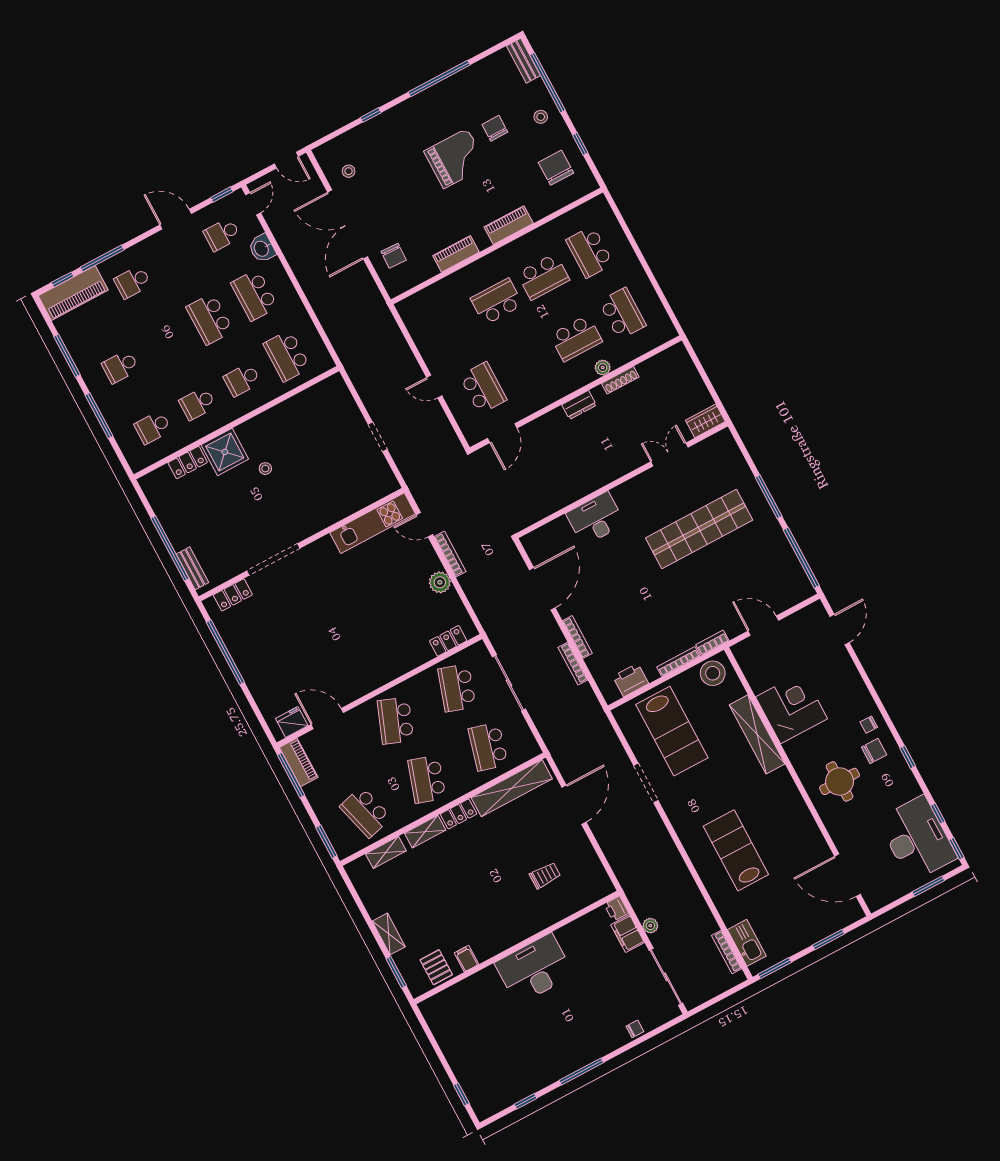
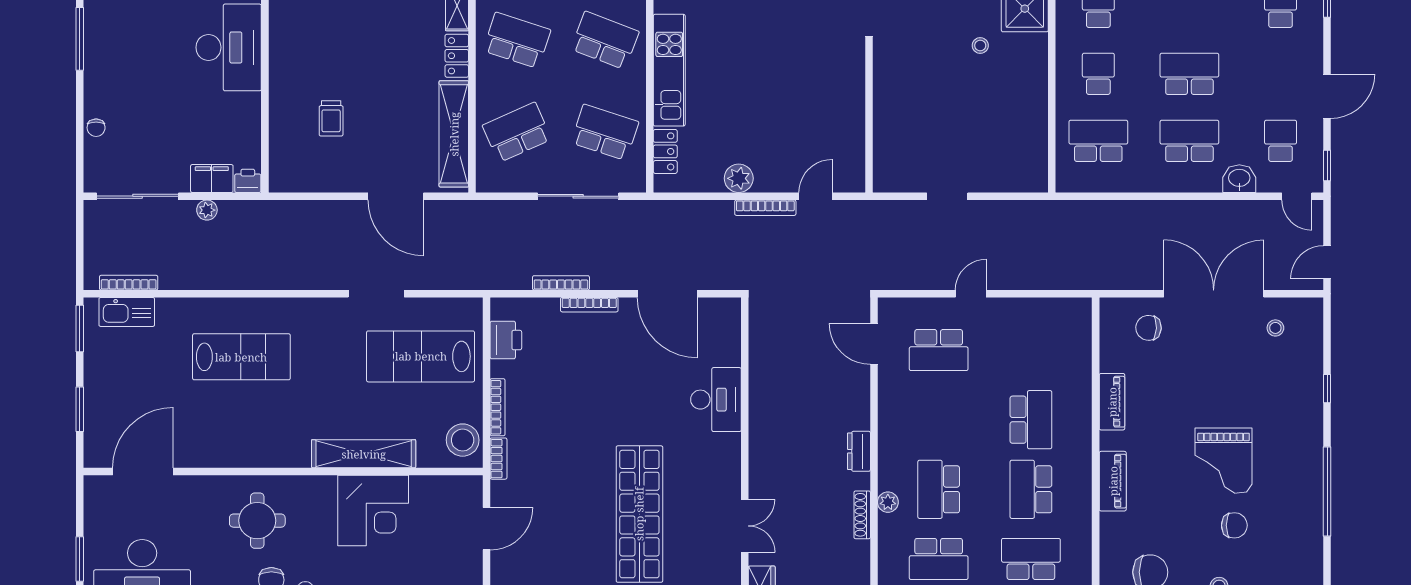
kitchen unit: (373, 523) -> (669, 70), moved, turned 180
school desk: (488, 747) -> (517, 132), turned -39

